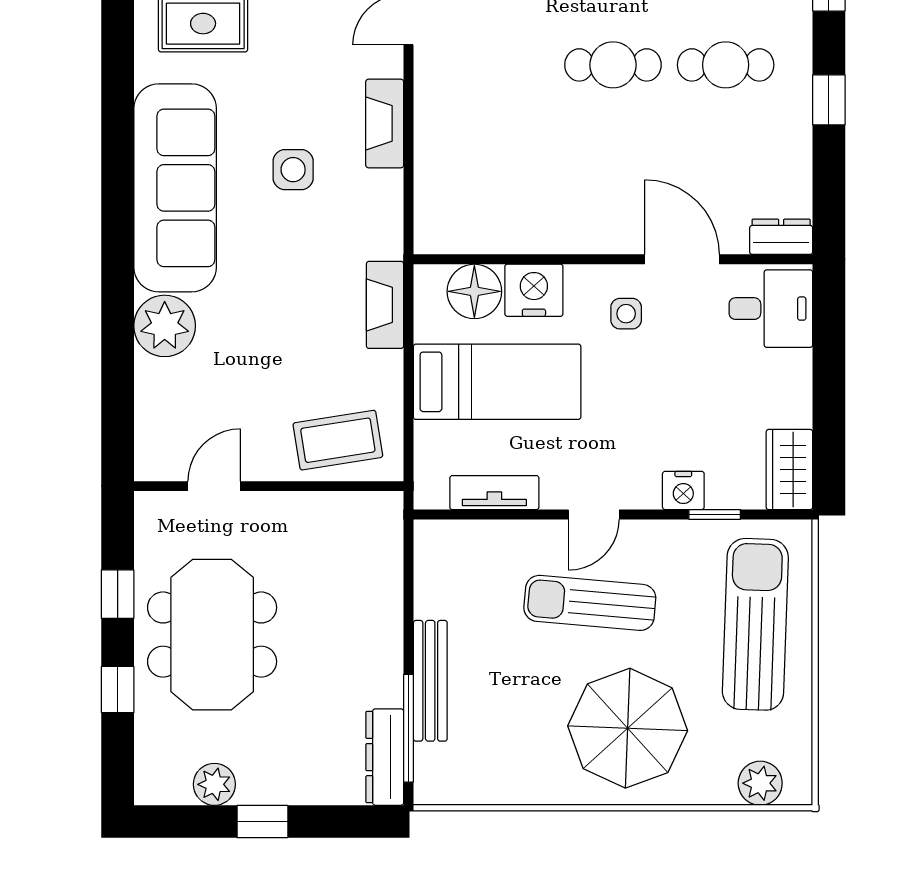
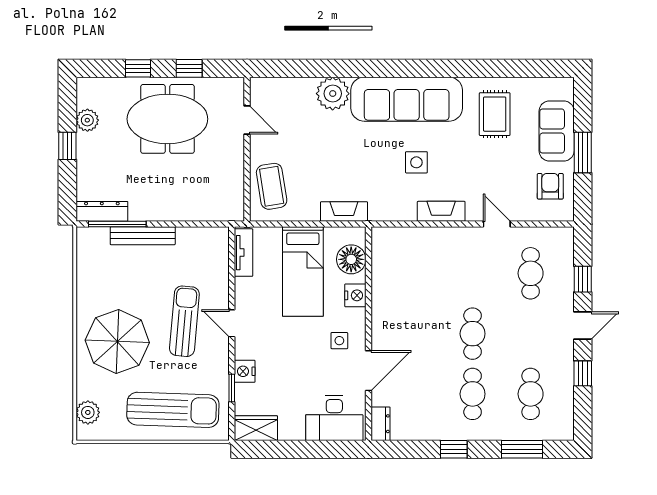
nightstand: (534, 290) -> (355, 295), width x0.74, depth x0.75
desk: (771, 309) -> (334, 418), width x1.37
tv unit: (494, 493) -> (243, 253), moved

